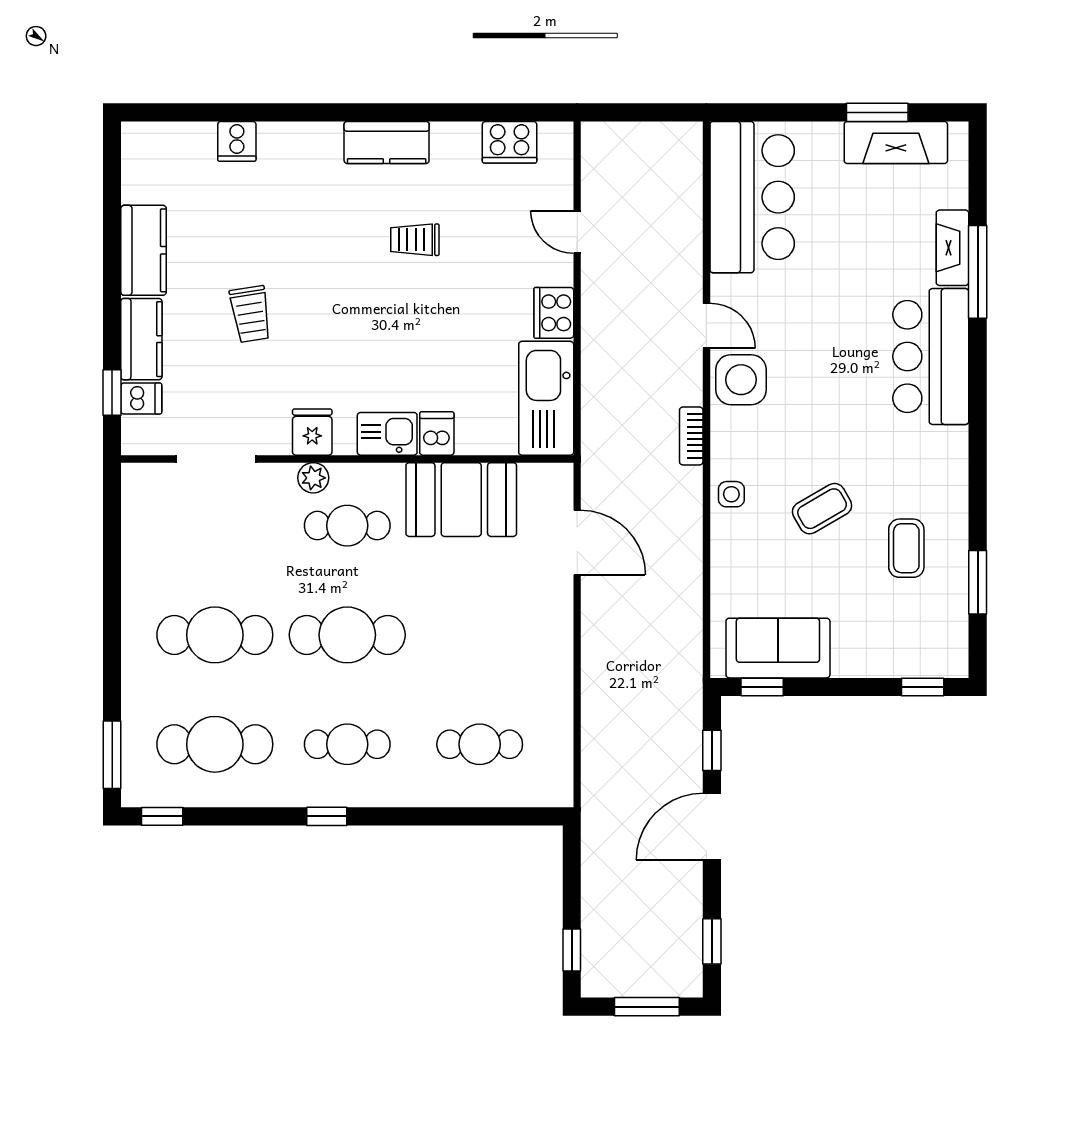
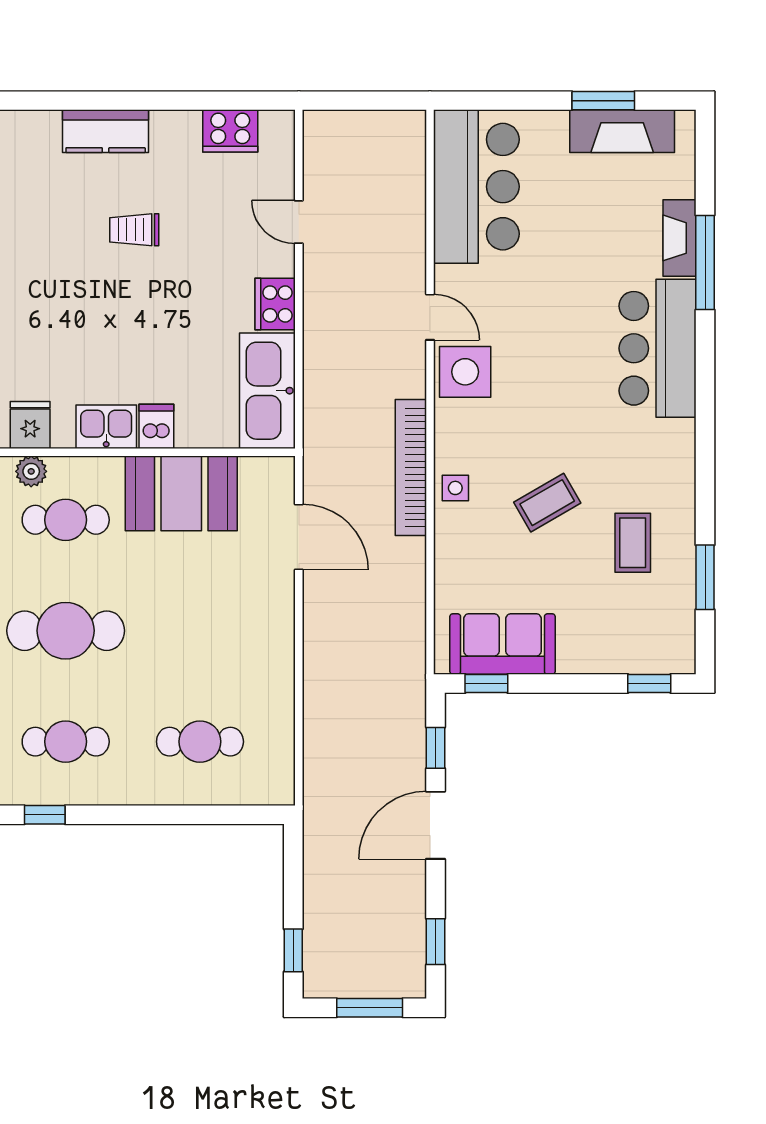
bookcase: (691, 436) -> (411, 468), width x2.31, depth x1.31

